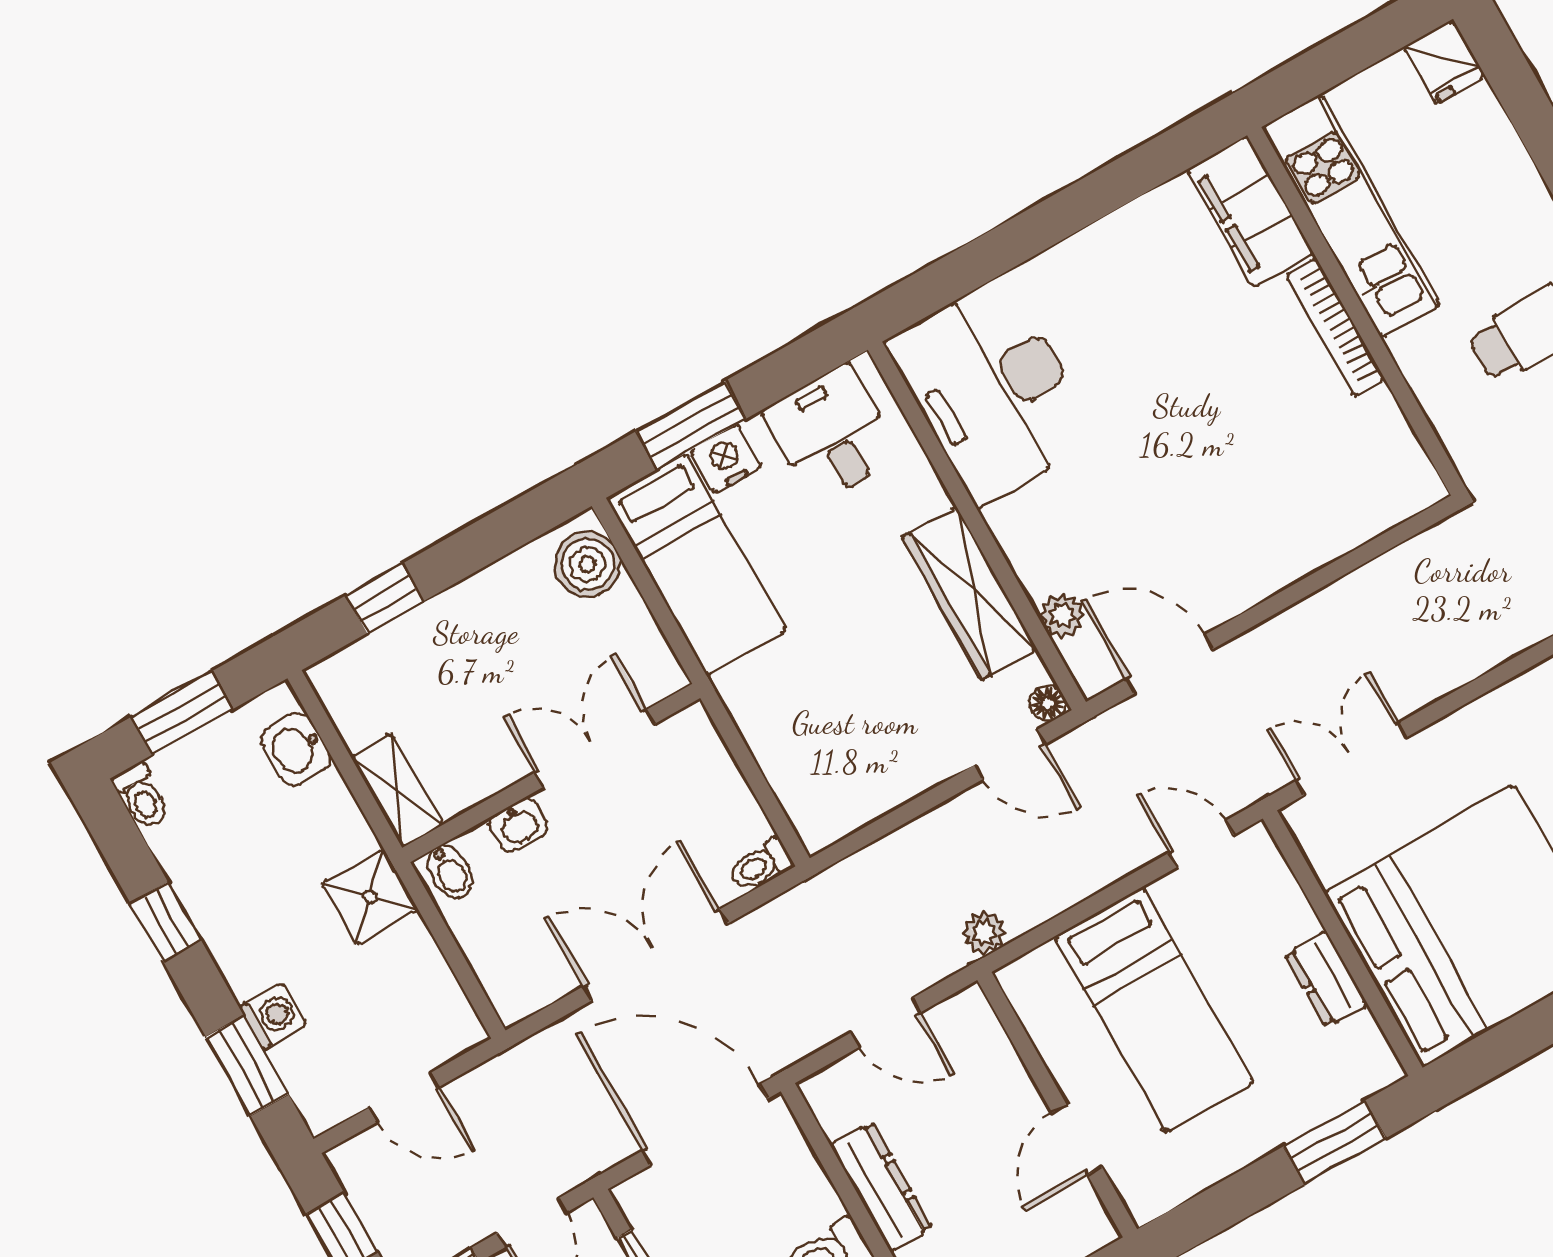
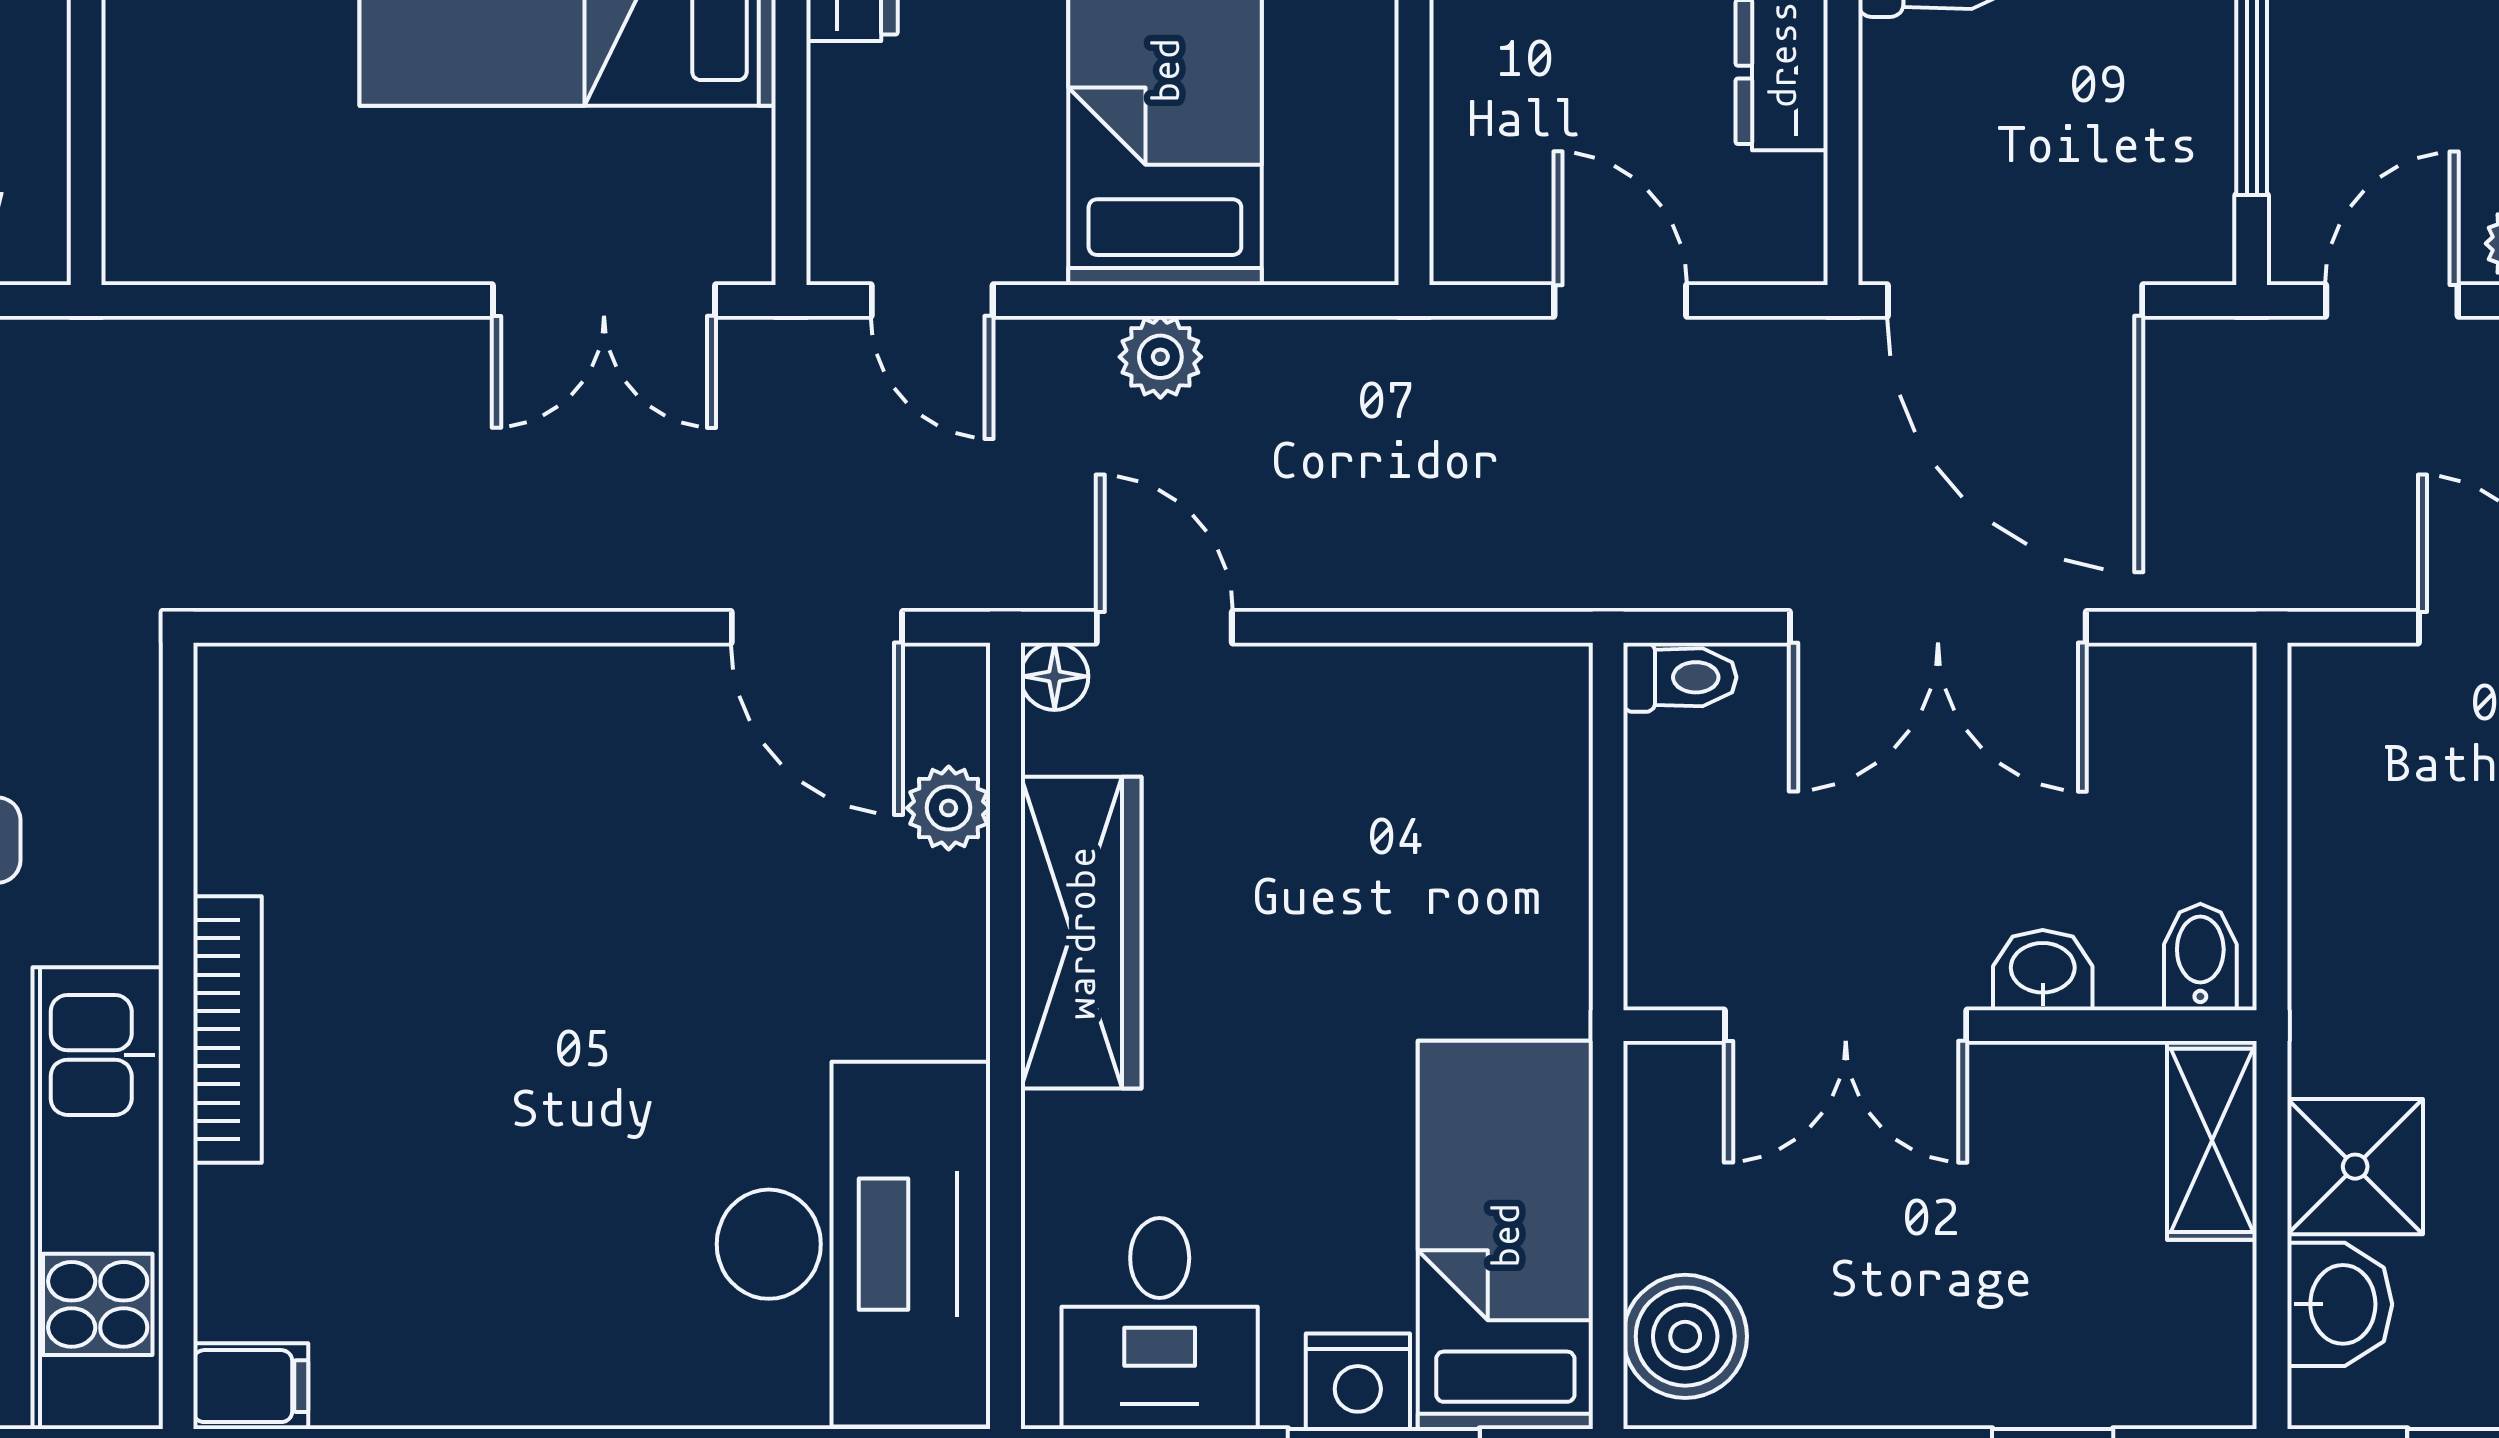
filing cabinet: (1250, 212) -> (251, 1386), width x0.33, depth x0.86
shower: (370, 897) -> (2355, 1167), moved
plant: (984, 933) -> (1160, 357), moved

